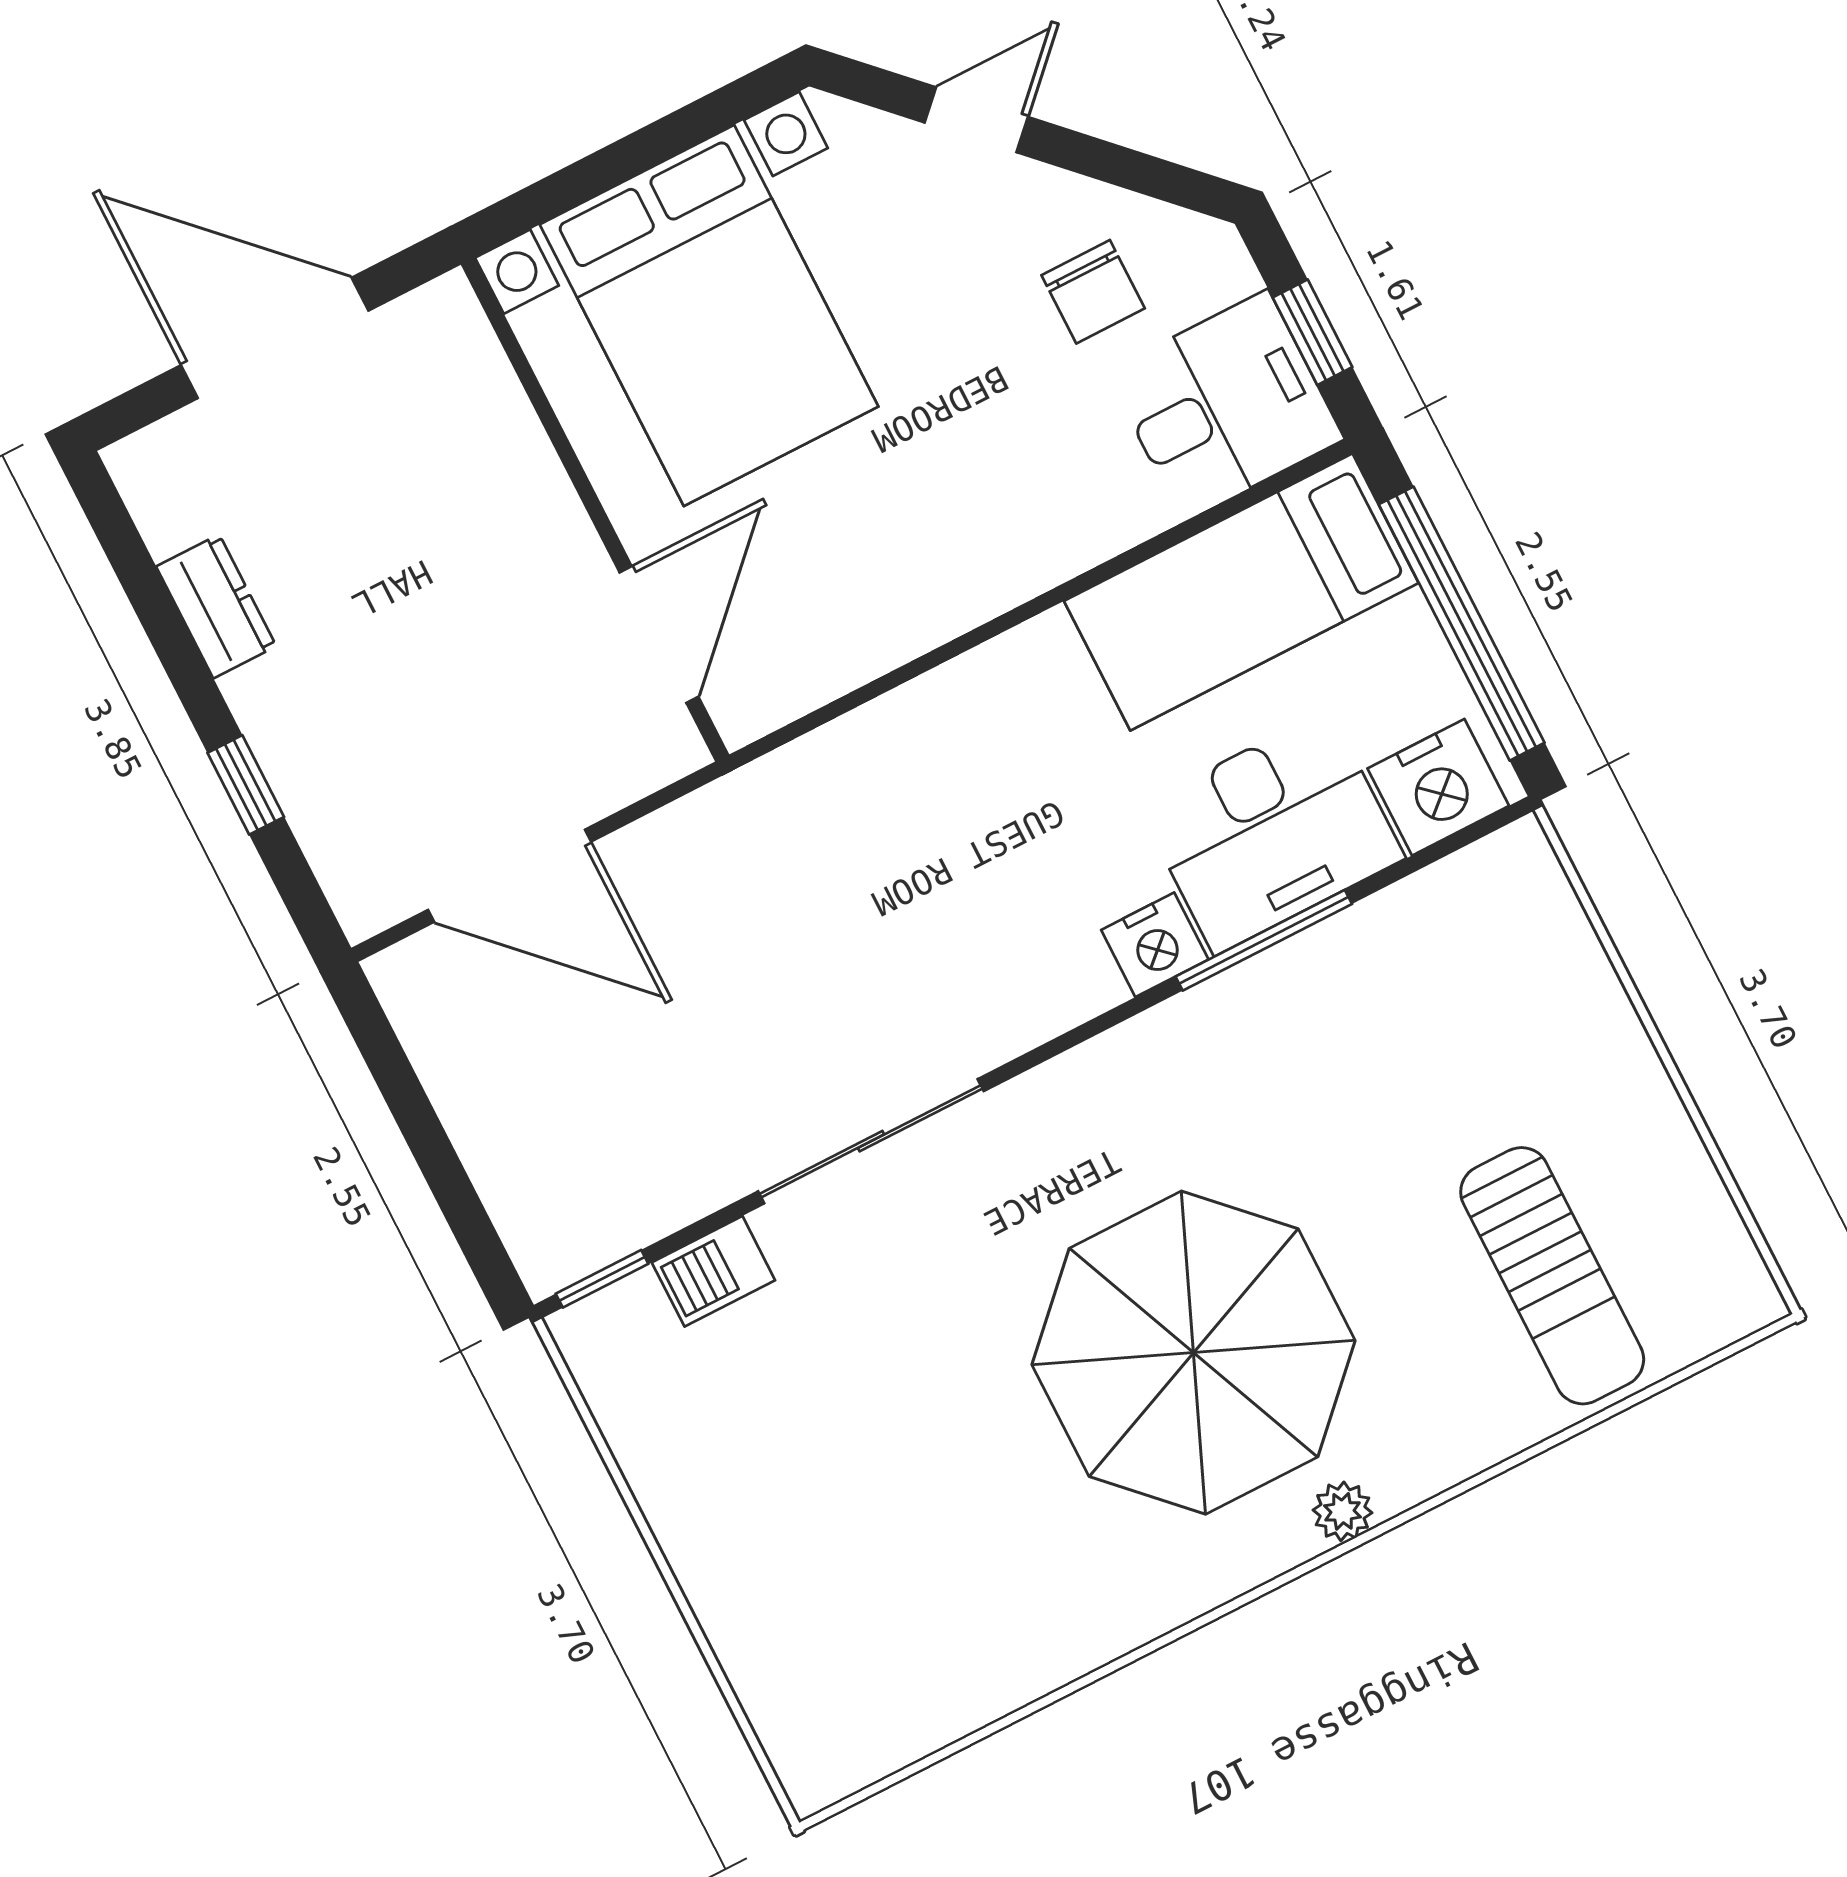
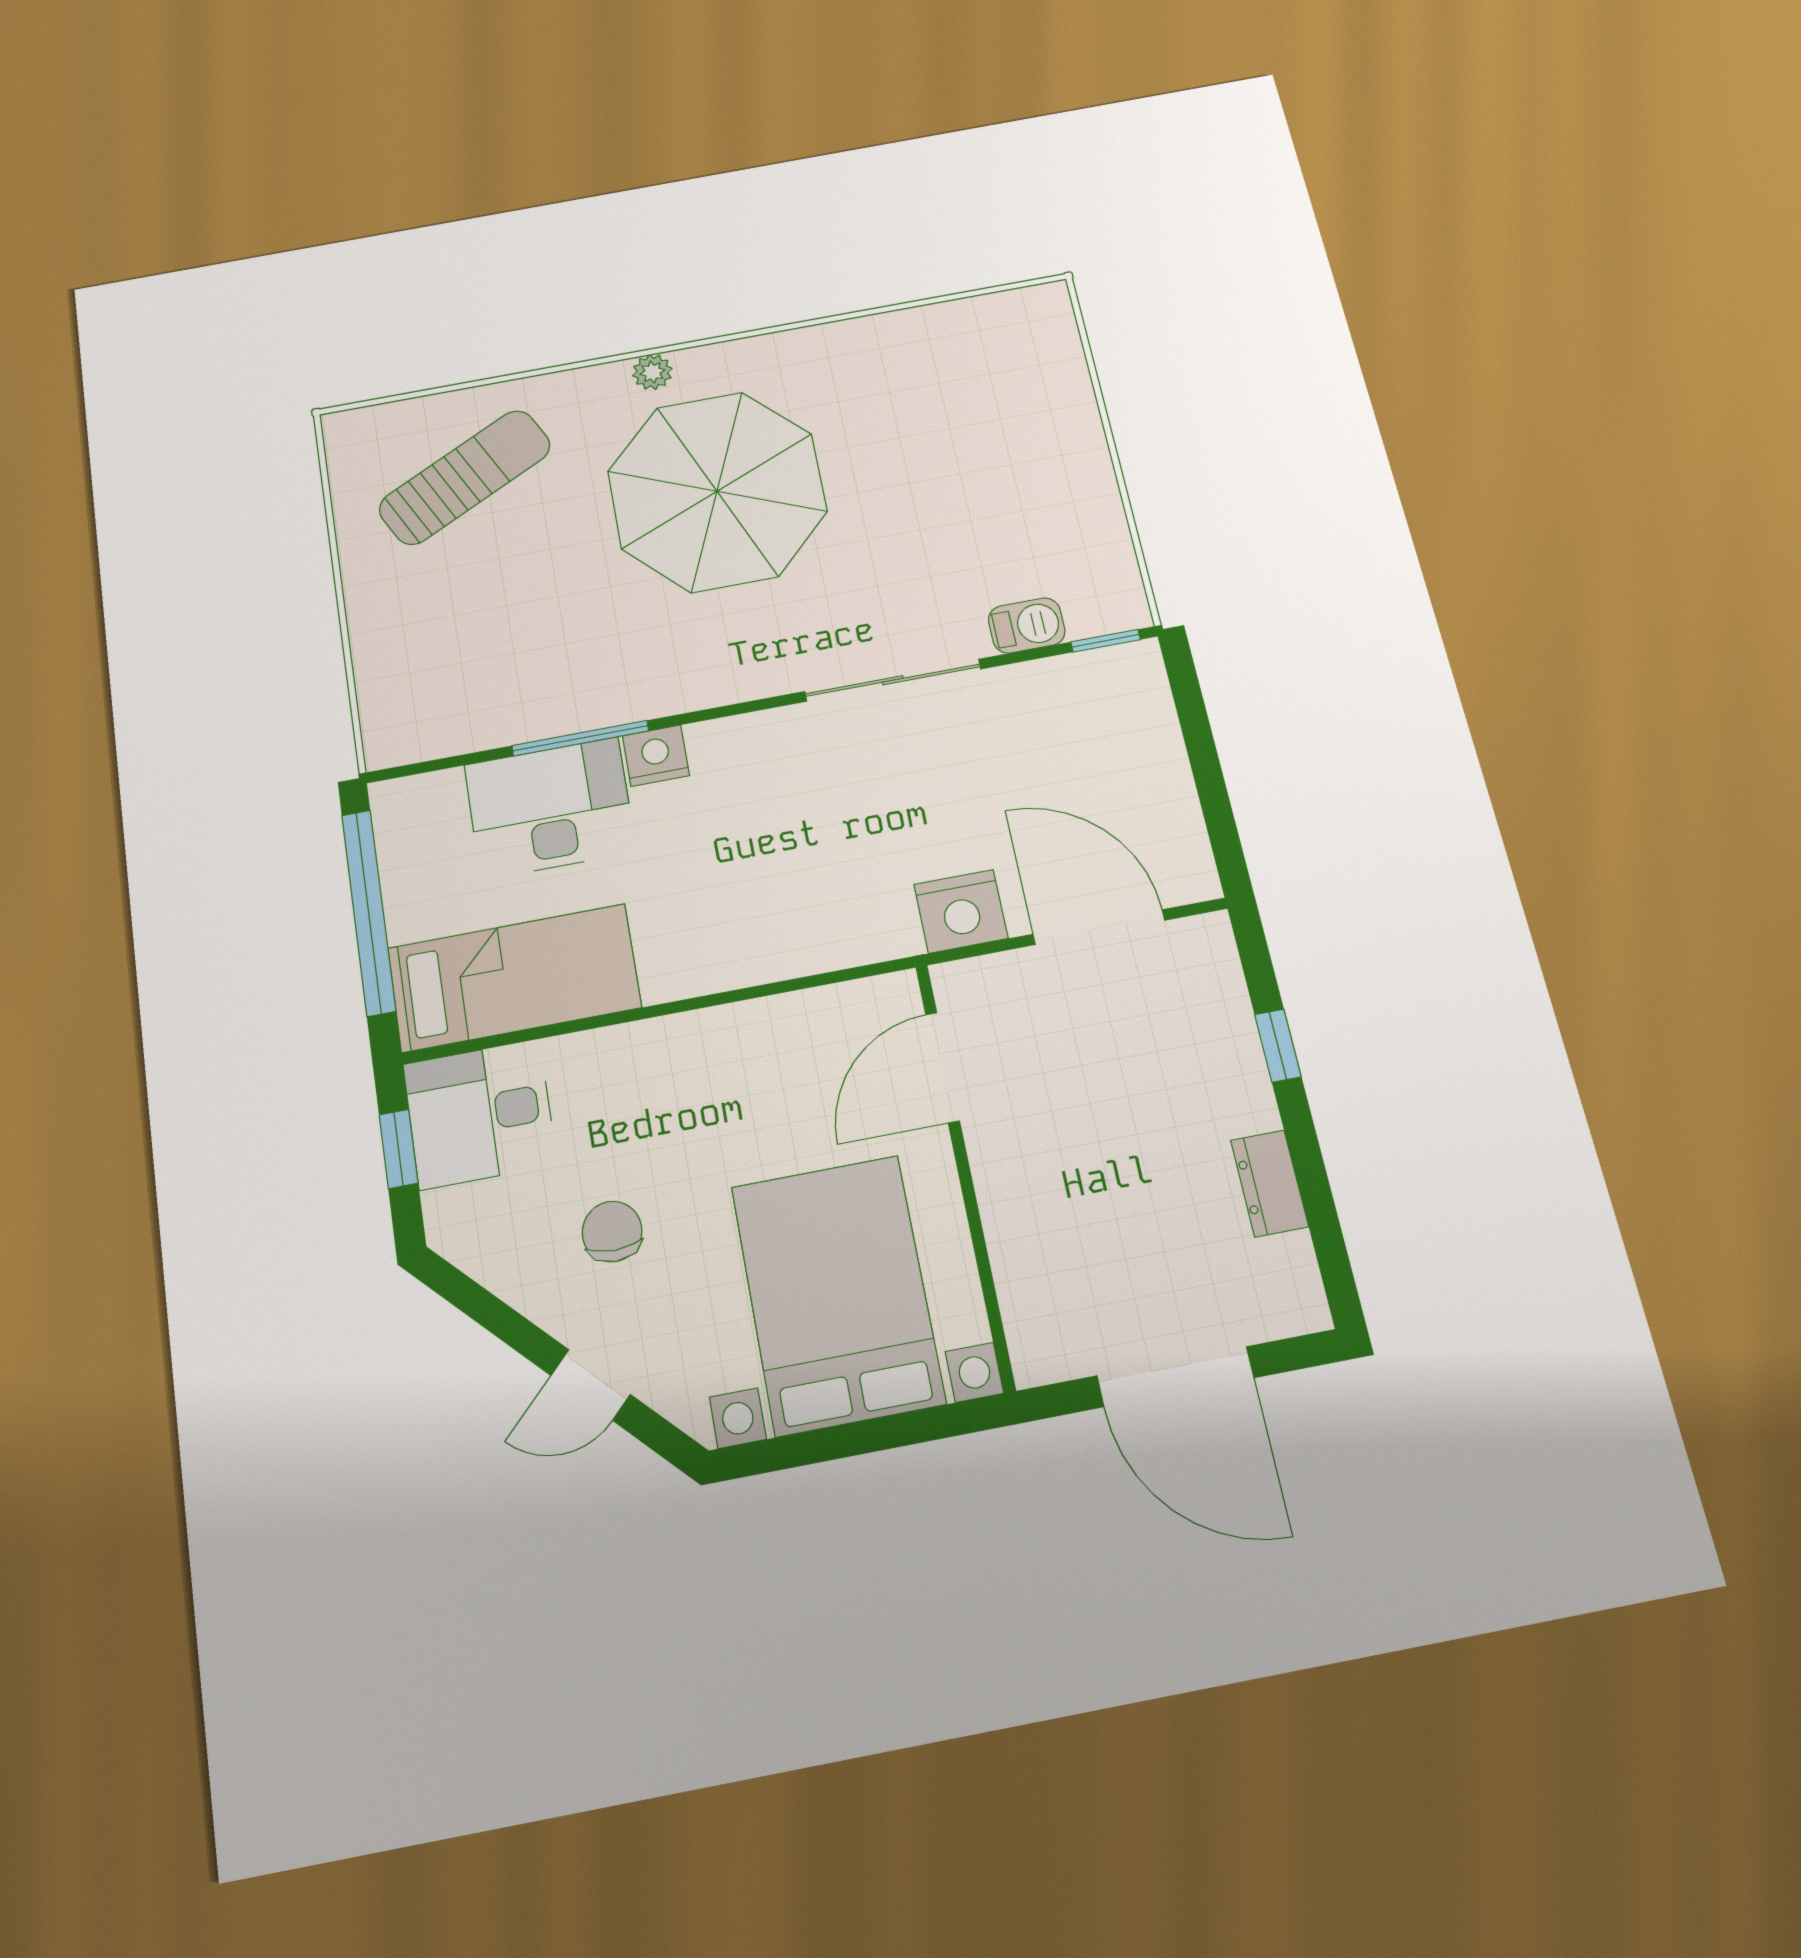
chair: (1093, 292) -> (612, 1232), moved
nightstand: (1438, 787) -> (961, 911), moved, turned 180
sun lounger: (1552, 1276) -> (465, 477), turned 63

